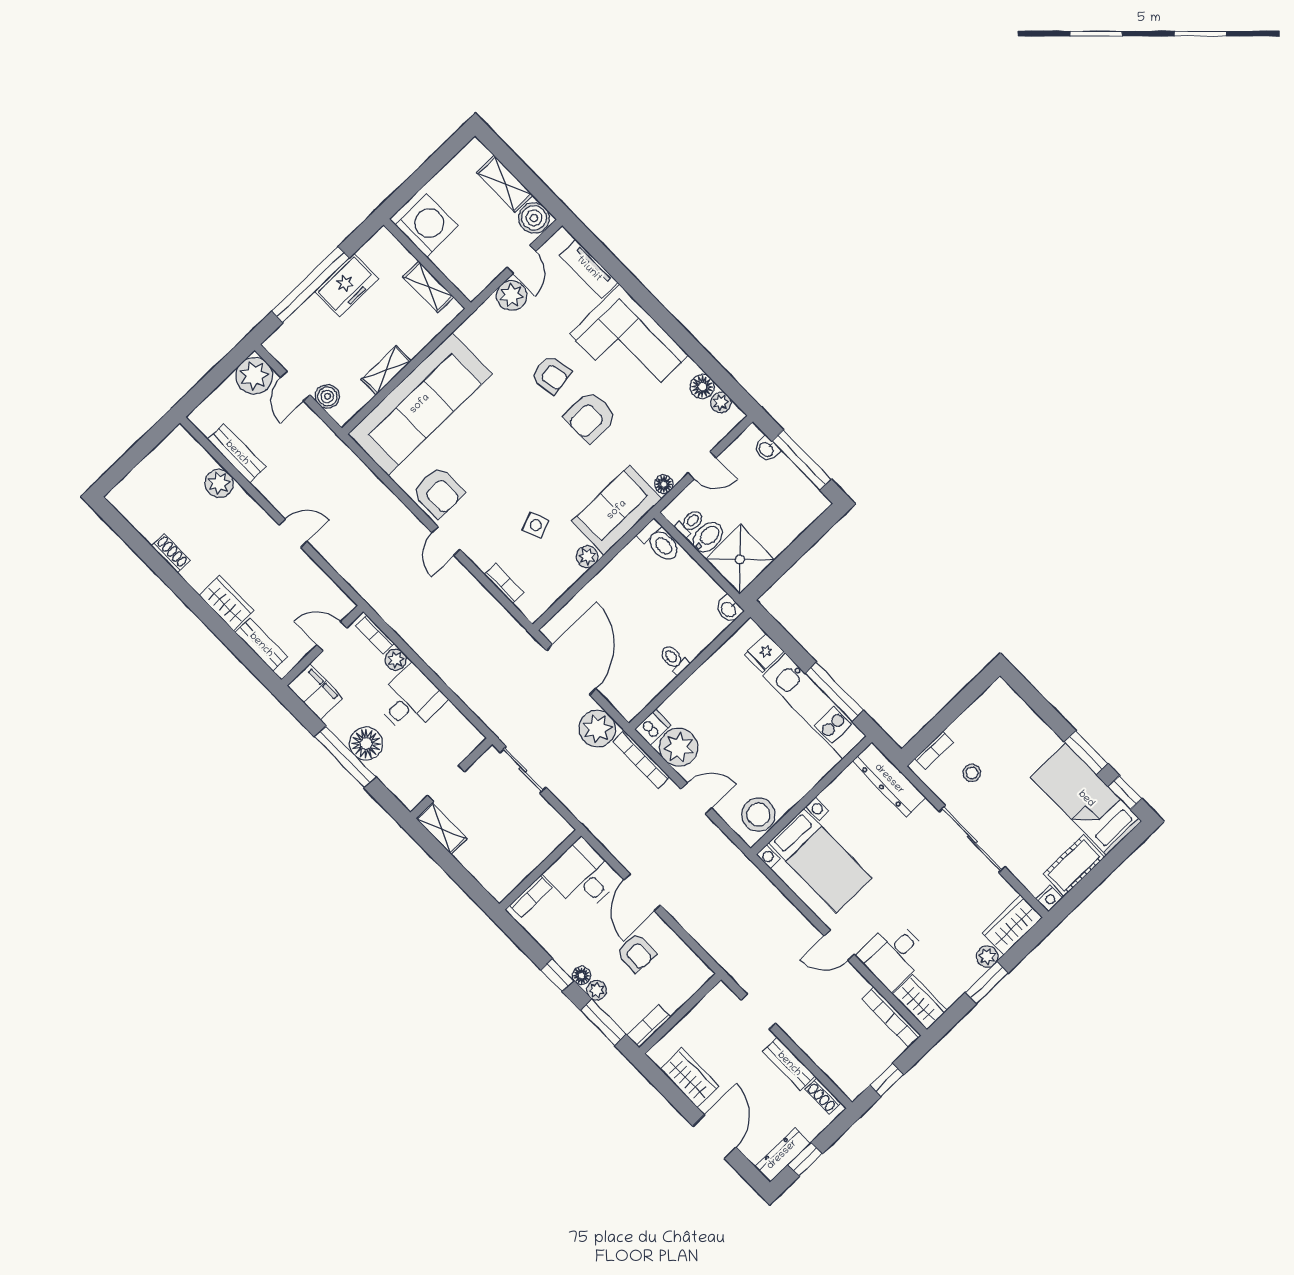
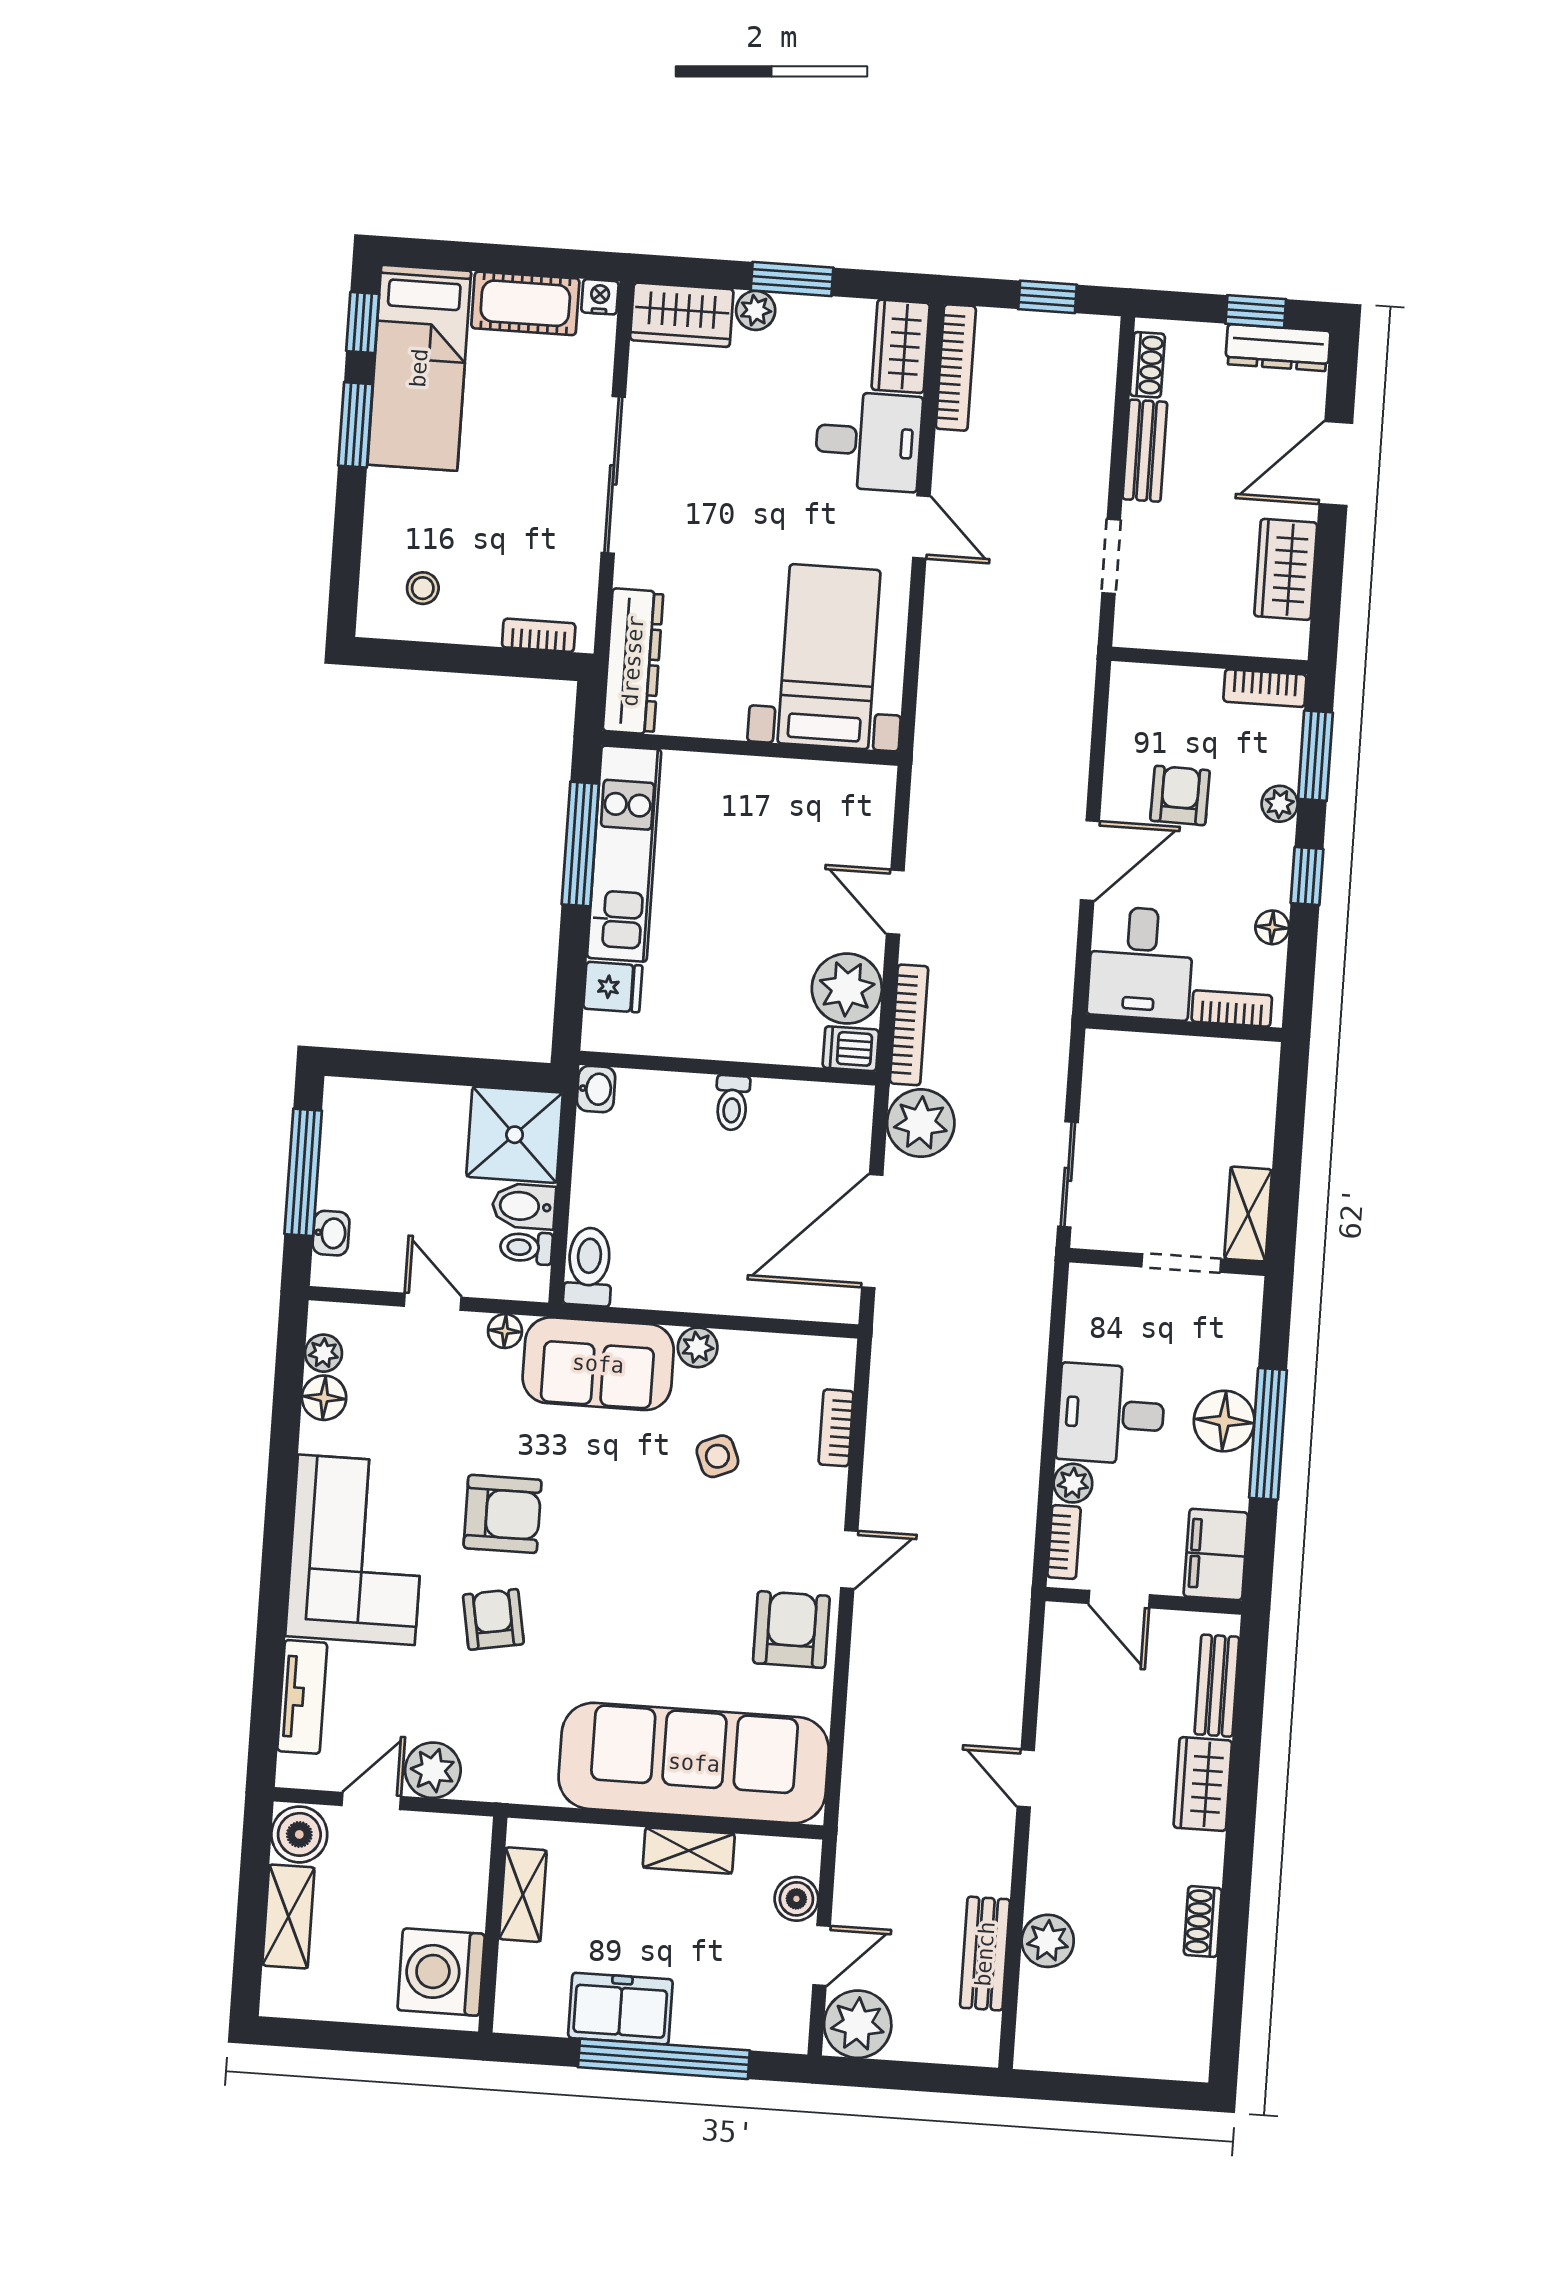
stool: (972, 773) -> (423, 588), moved
stool: (758, 815) -> (841, 797), removed
floor lamp: (581, 976) -> (1272, 927), moved

